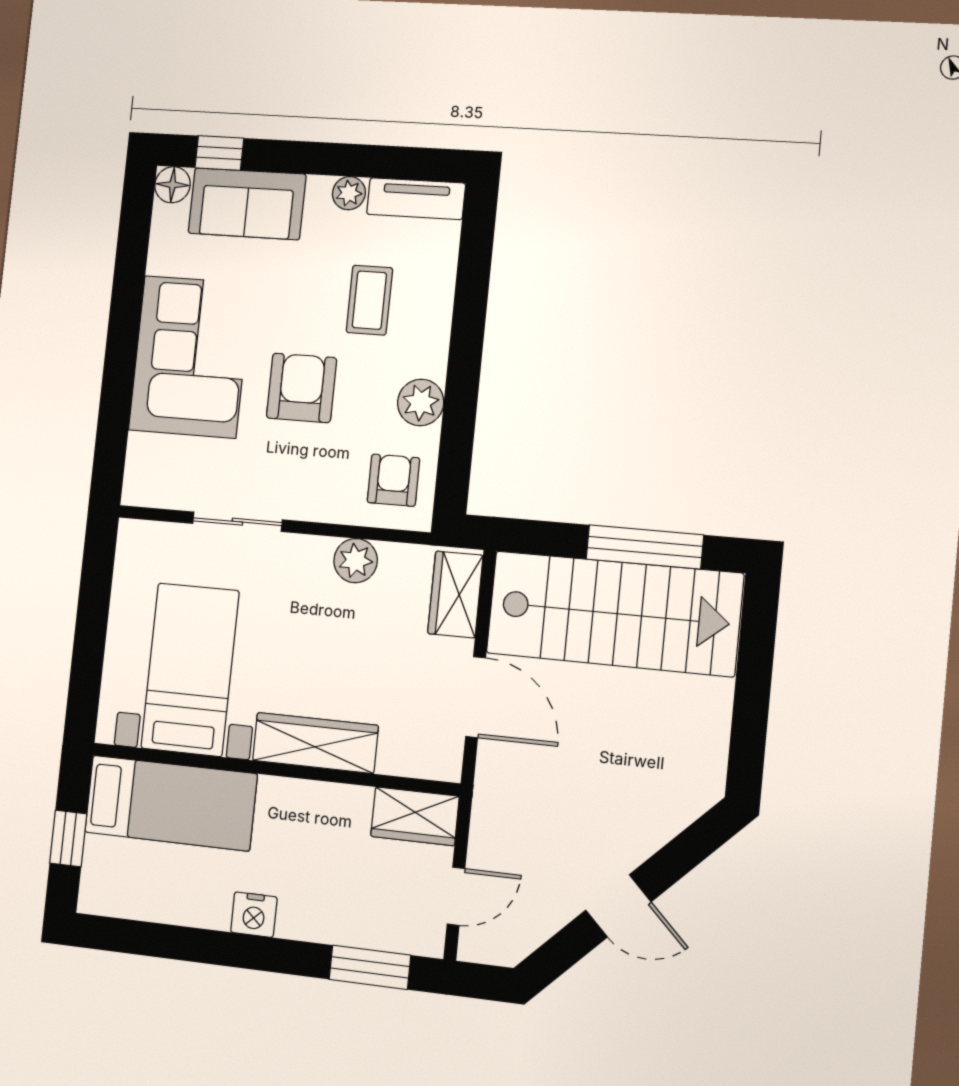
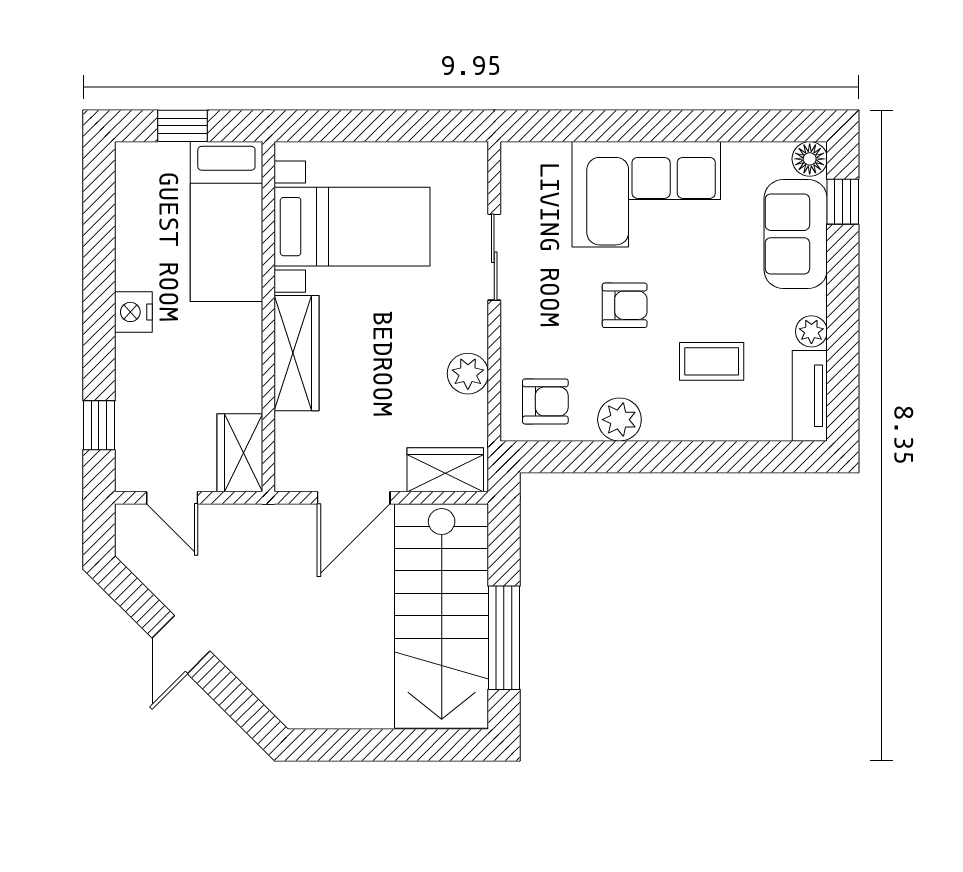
armchair: (301, 388) -> (625, 305), width x0.72, depth x0.72
window: (370, 967) -> (99, 425), width x0.67

